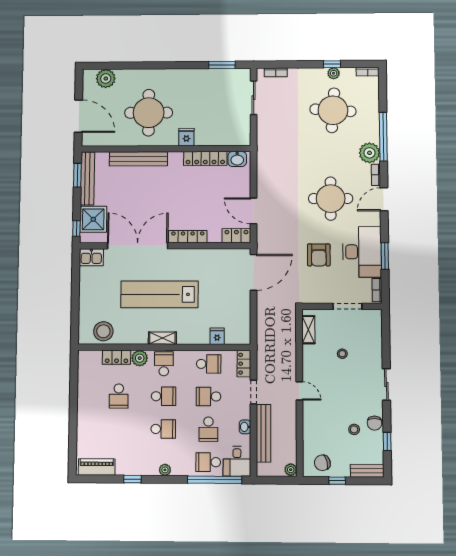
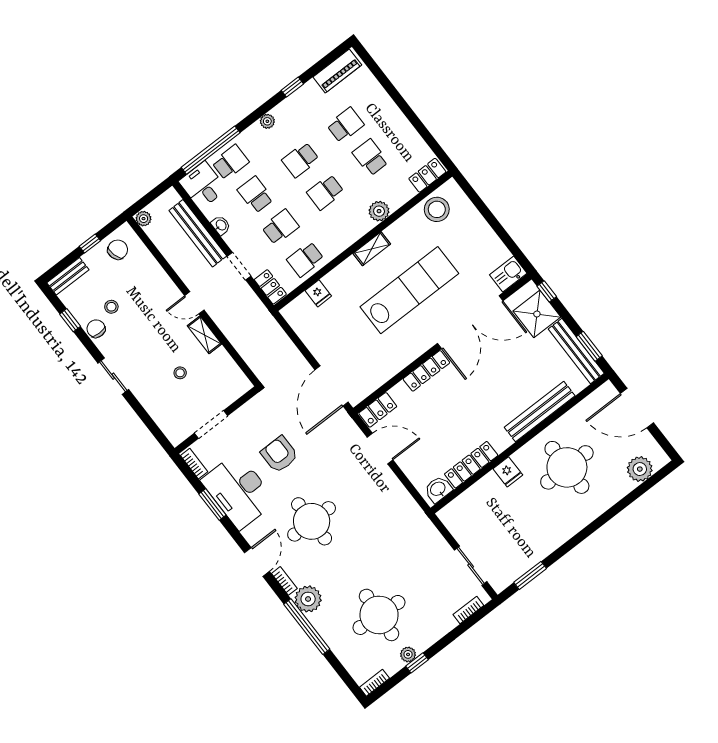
shelving: (308, 330) -> (204, 335), moved
locker: (117, 357) -> (427, 175), moved
school desk: (164, 364) -> (345, 125), moved, turned -90

